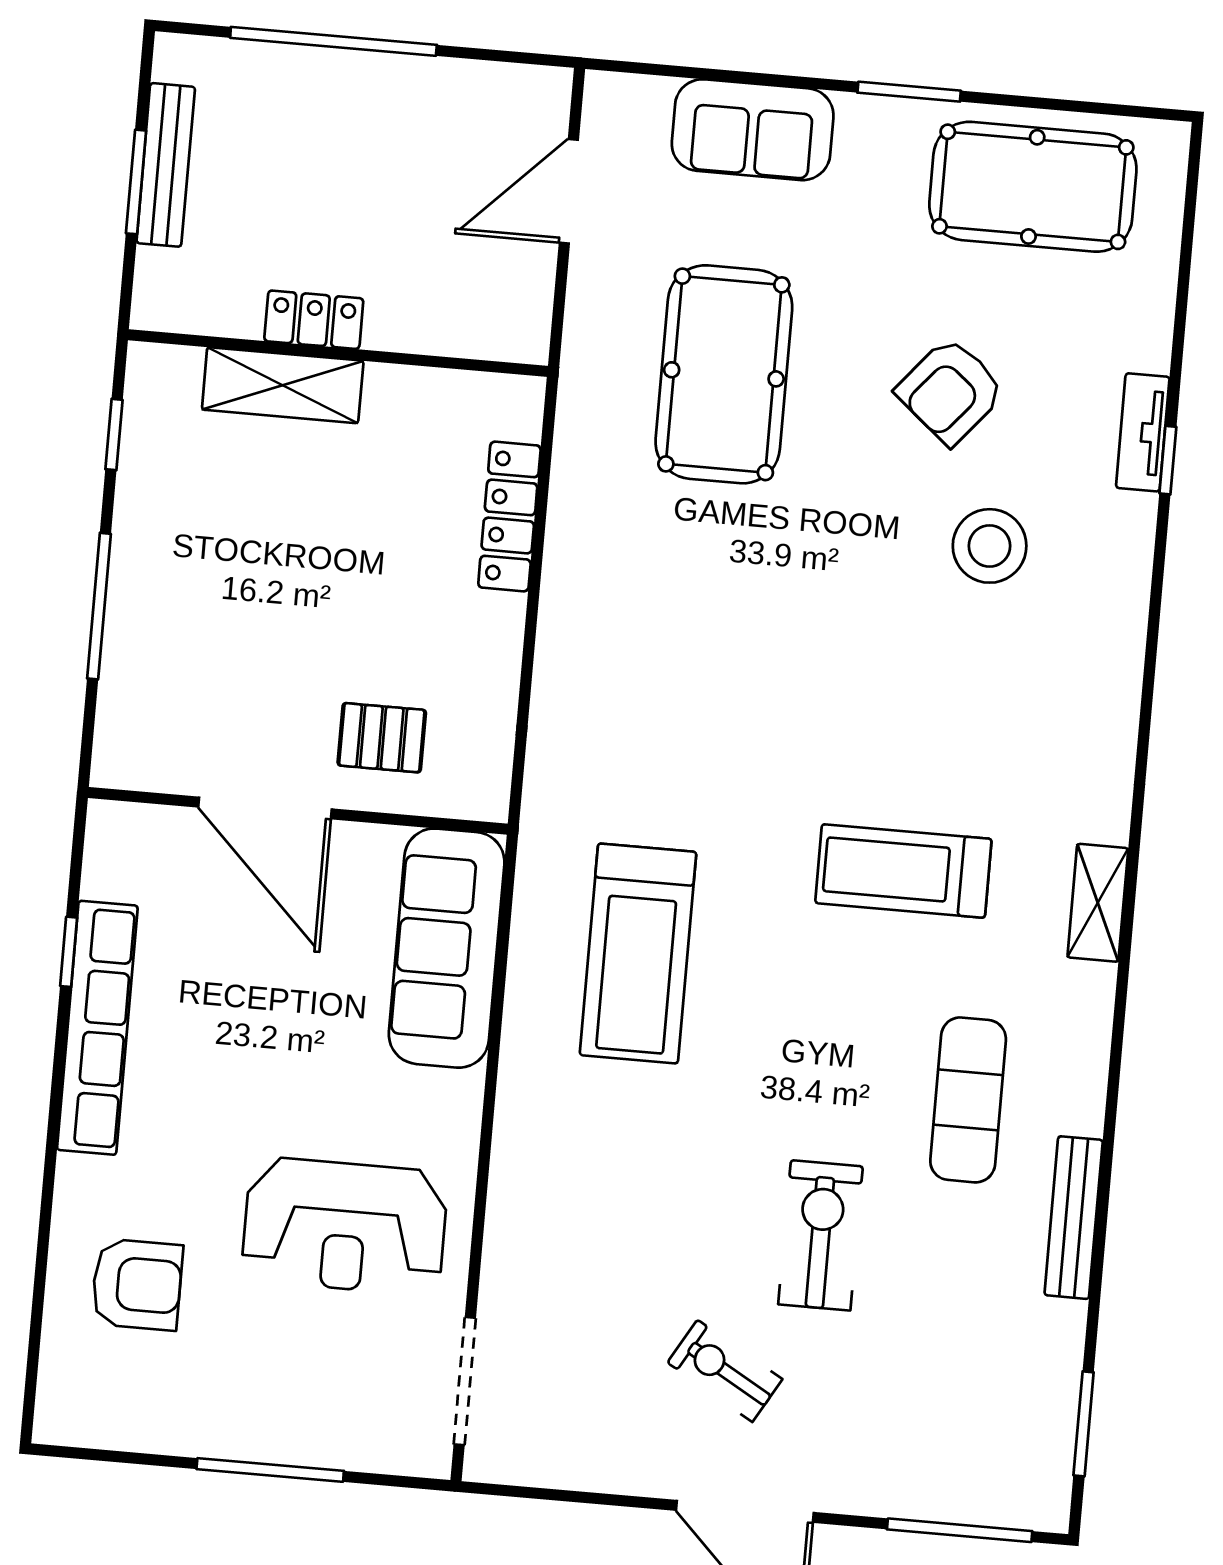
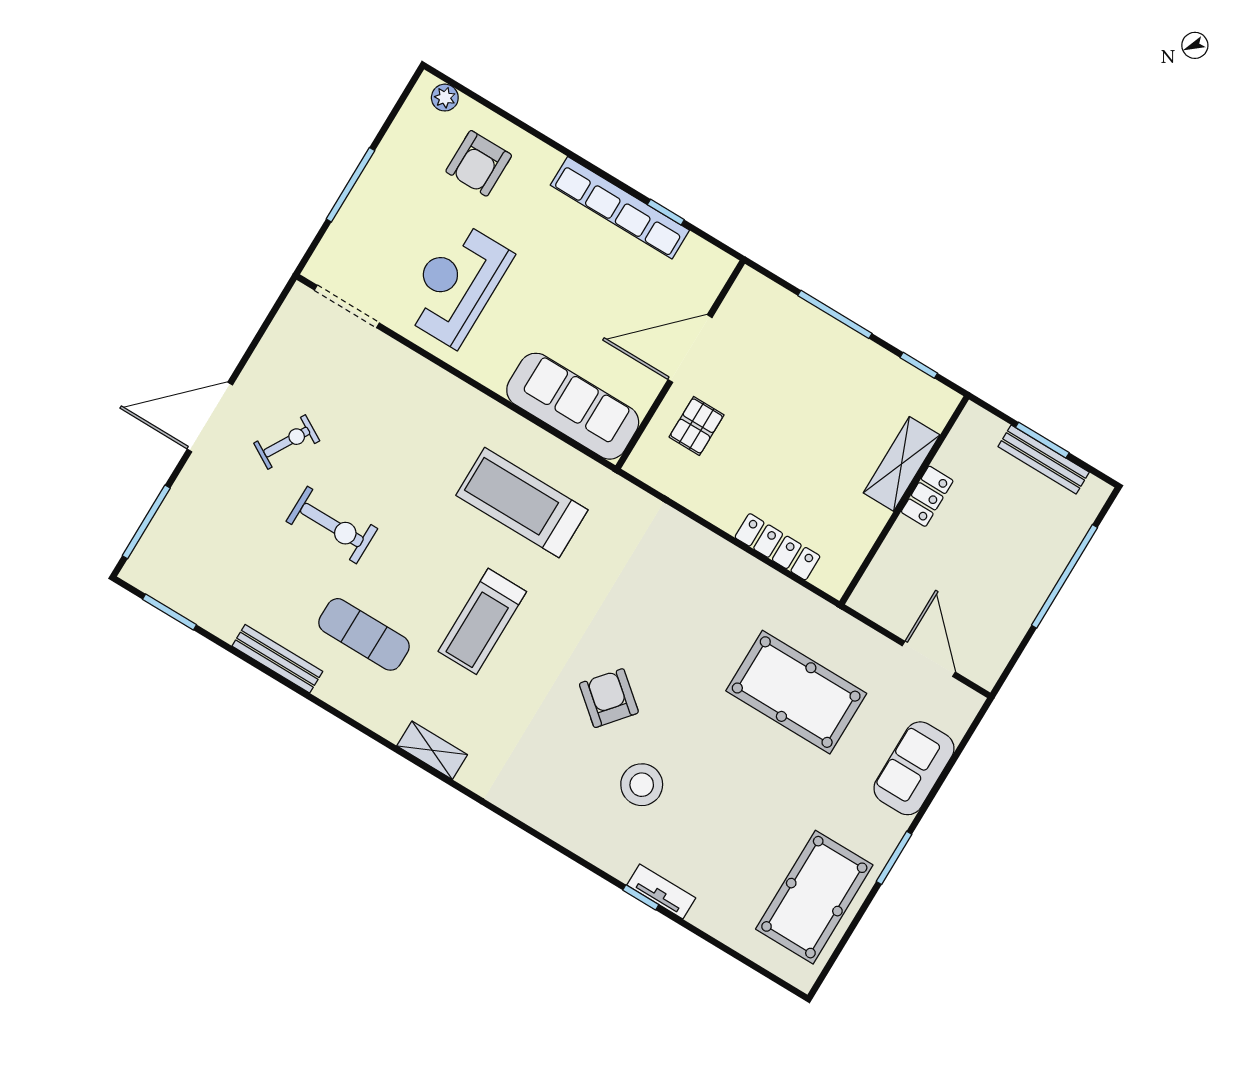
armchair: (951, 391) -> (609, 698), moved
treadmill: (903, 871) -> (482, 621), moved, turned 180
plant: (60, 1389) -> (445, 98), added

